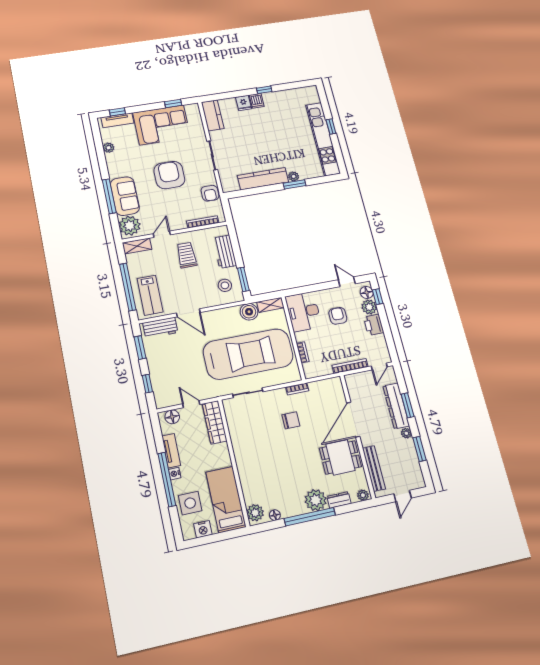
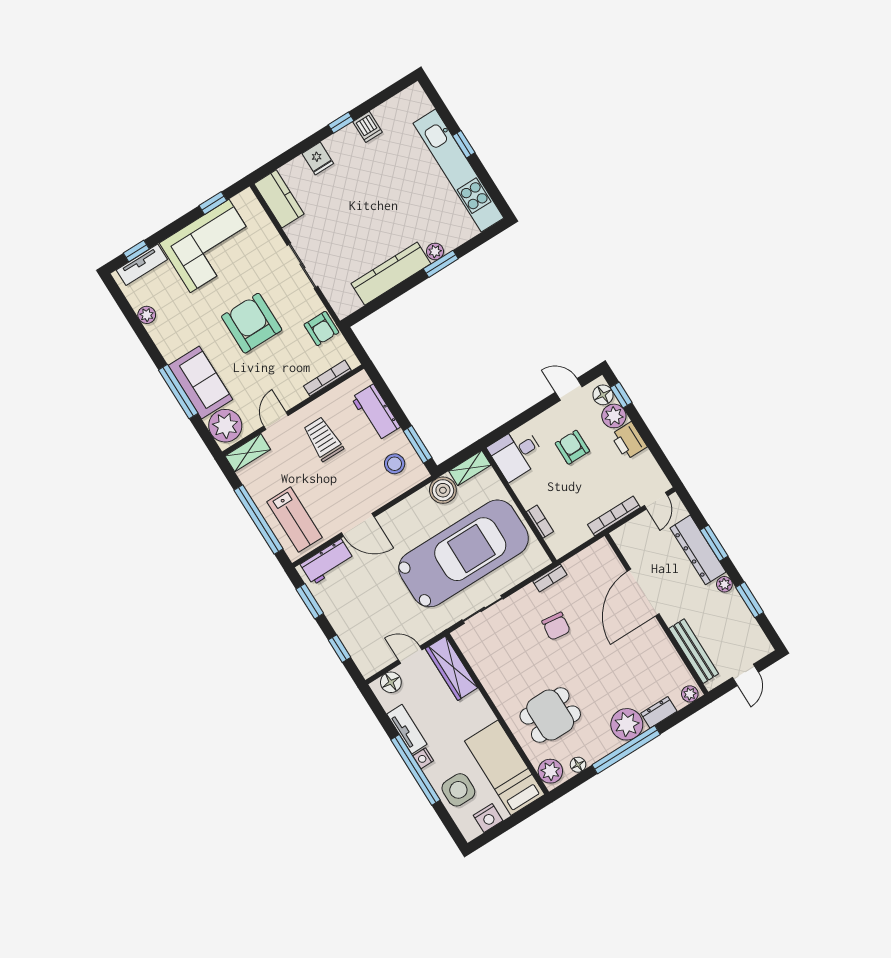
dishwasher: (257, 101) -> (367, 127), moved
desk: (303, 312) -> (517, 453), width x0.73
chair: (291, 420) -> (556, 626), turned 97
dining table: (340, 457) -> (550, 715), moved

